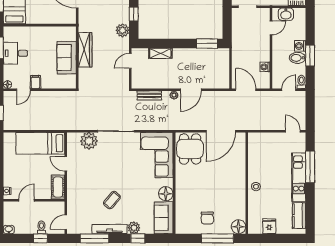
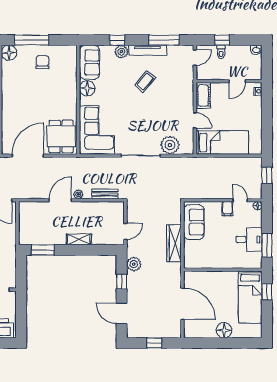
shelving: (160, 53) -> (79, 239), moved
sofa: (67, 58) -> (194, 222), moved
door: (24, 90) -> (240, 200), hinge flipped

